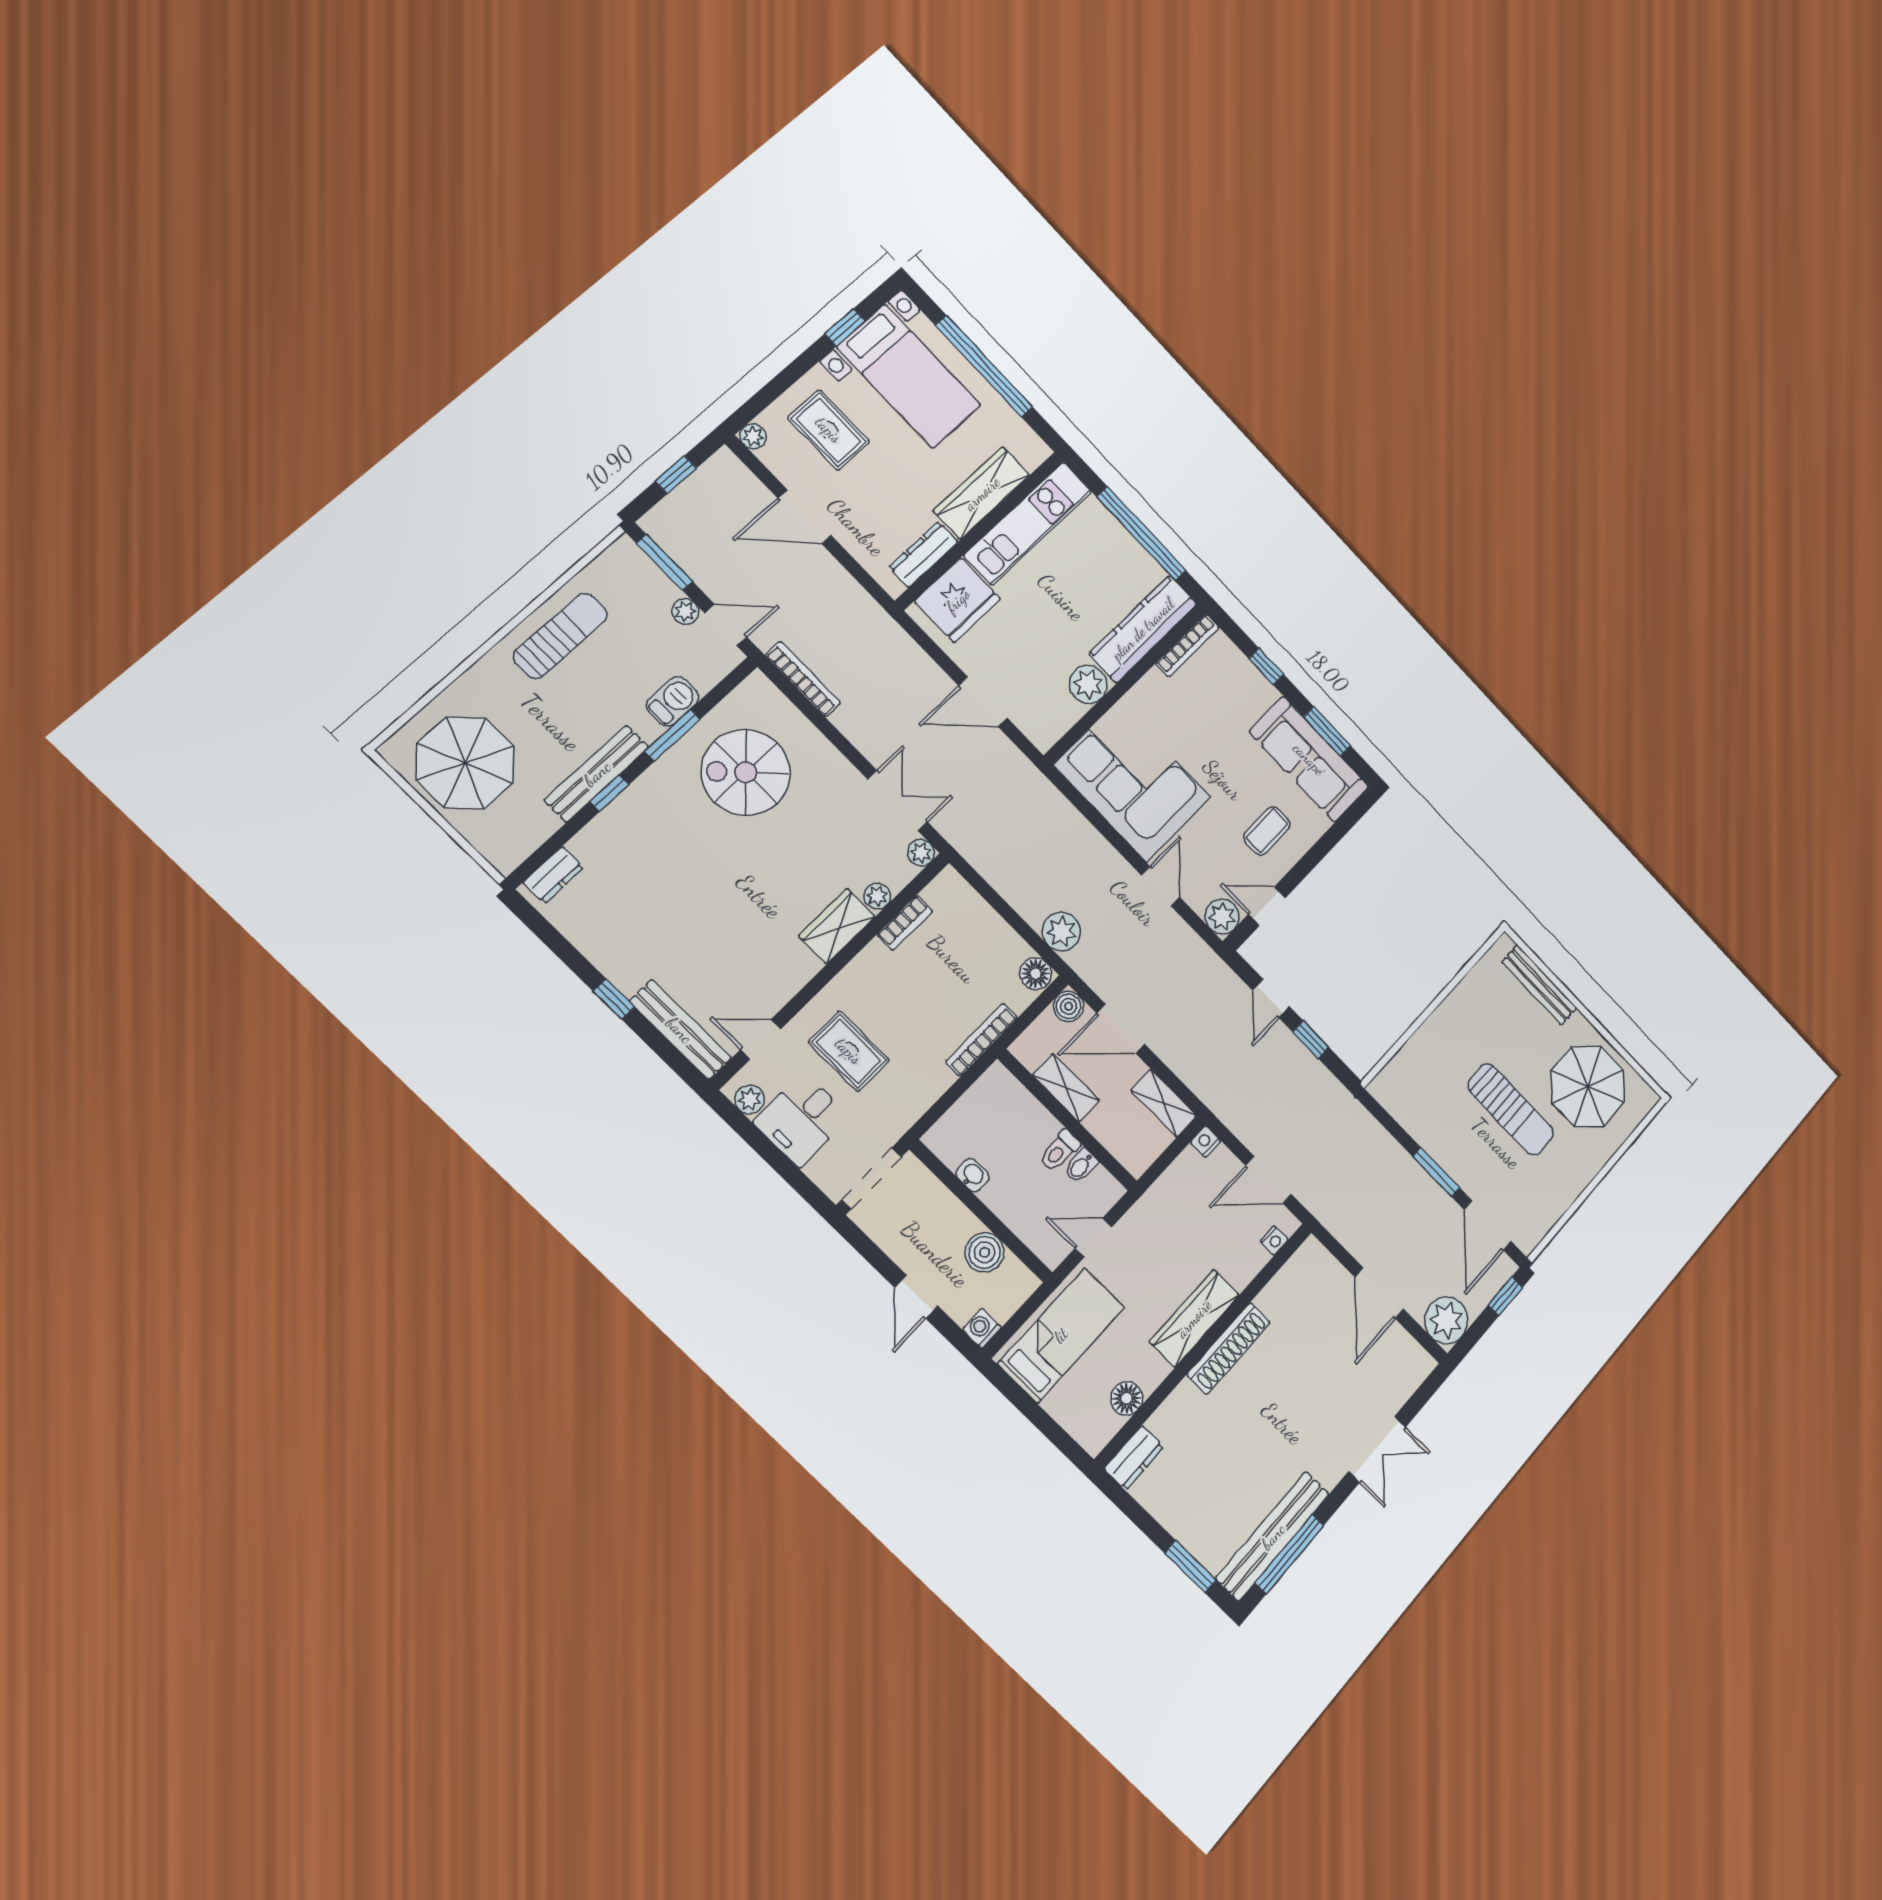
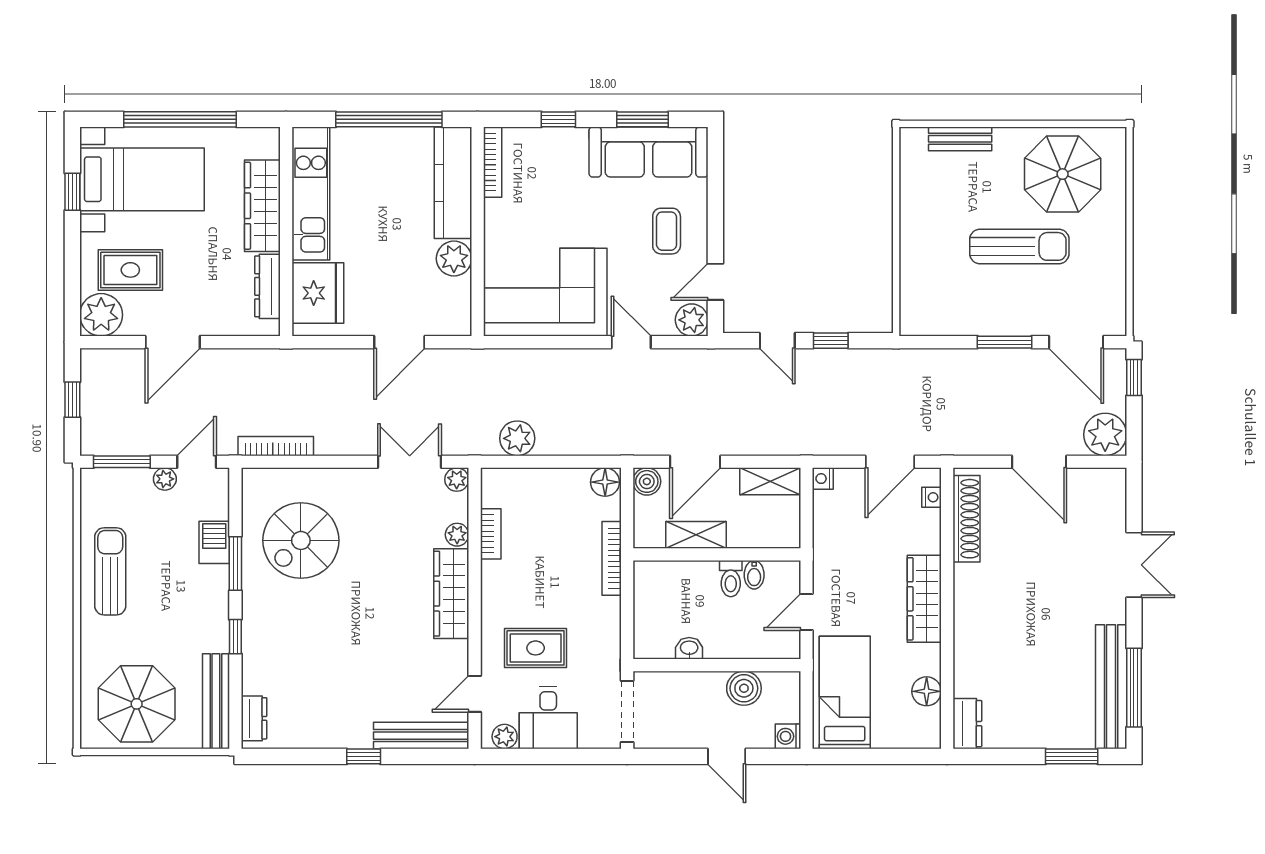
plant: (753, 436) -> (101, 315), width x1.87, depth x1.87
bench: (597, 773) -> (216, 701), moved
wardrobe: (837, 926) -> (451, 594), width x1.50
plant: (1061, 932) -> (517, 438), moved
bench: (1539, 985) -> (960, 139), width x0.73
shoe rack: (1229, 1348) -> (966, 519), moved

